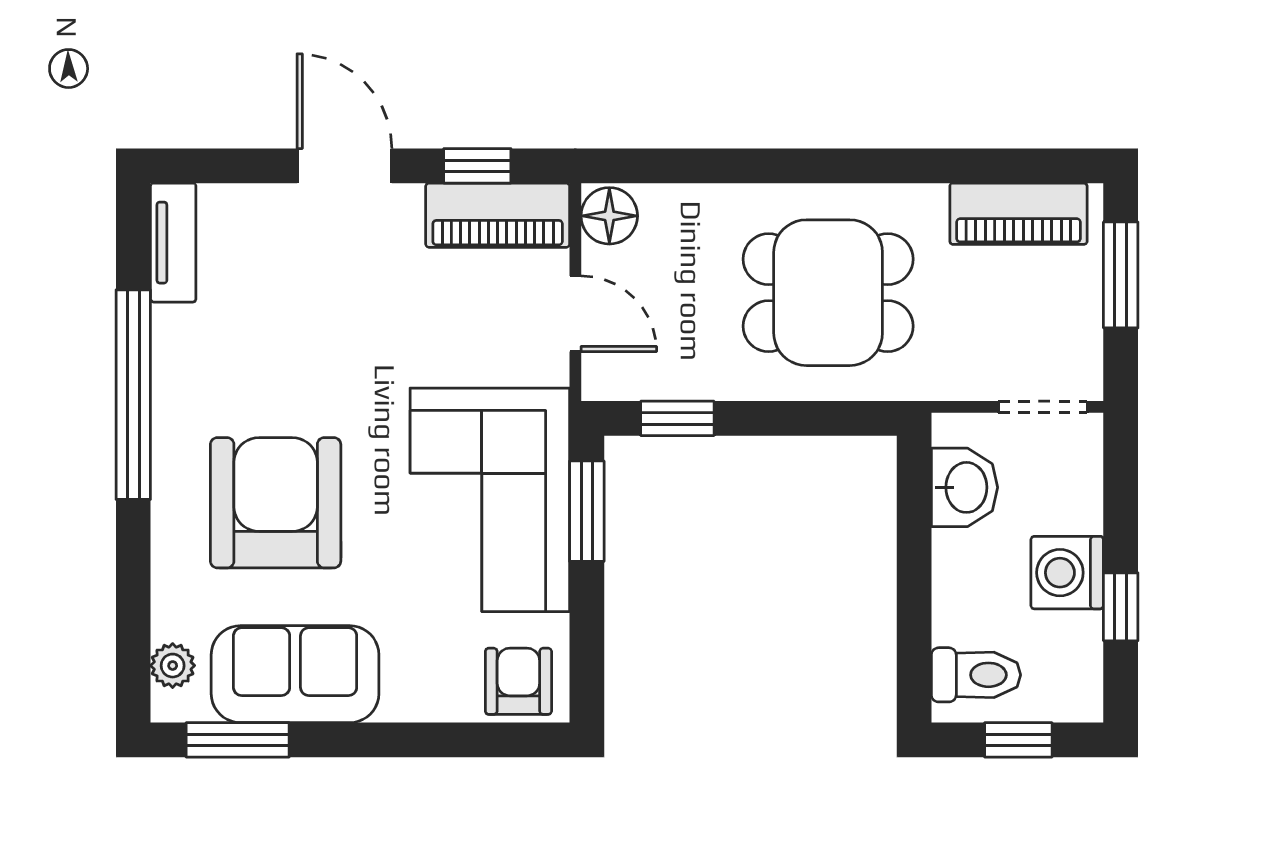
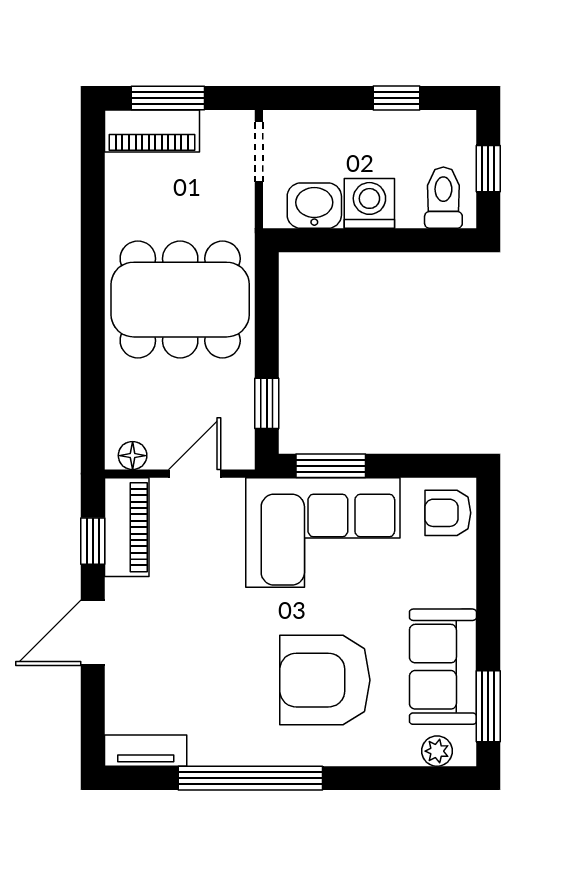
piano: (1018, 214) -> (152, 131), moved, turned 90
floor lamp: (609, 216) -> (133, 456), width x0.73, depth x0.73
dining table: (828, 293) -> (180, 300), width x1.37
washing machine: (1067, 573) -> (369, 203), moved, turned 180

